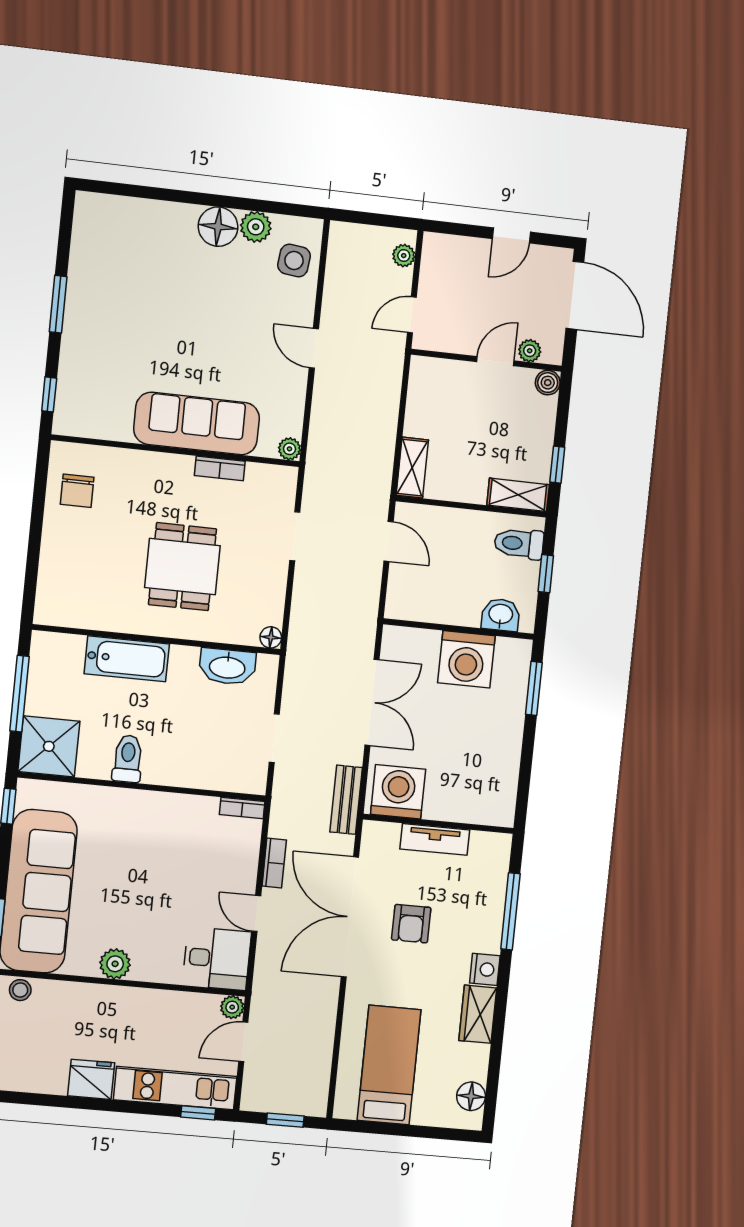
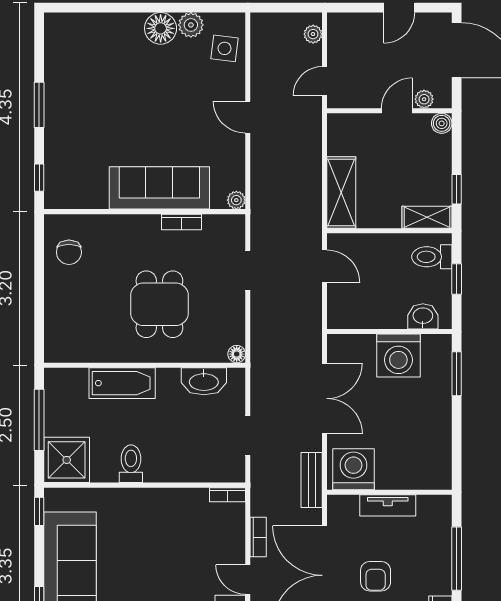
shelving: (412, 468) -> (341, 193), width x1.50, depth x1.33

